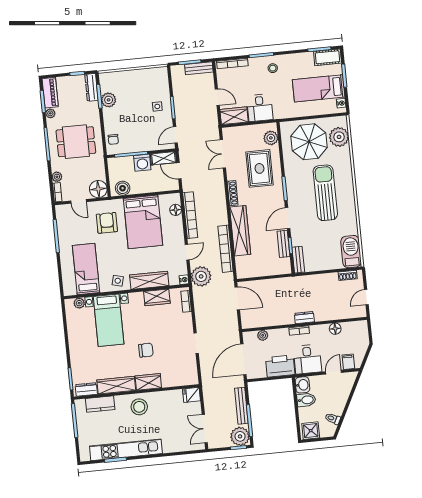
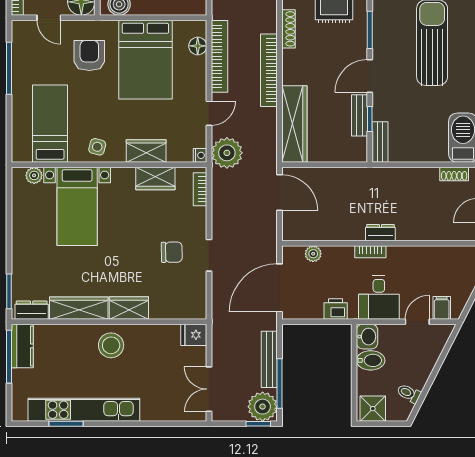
wardrobe: (240, 231) -> (294, 124), moved
bookcase: (225, 249) -> (269, 70), moved
wardrobe: (149, 280) -> (146, 151), width x0.67
floor lamp: (335, 329) -> (426, 255), removed
chair: (146, 350) -> (172, 252), moved
printer: (280, 366) -> (336, 309), width x0.53, depth x0.68
kitchen counter: (100, 404) -> (22, 346), moved, turned -90

